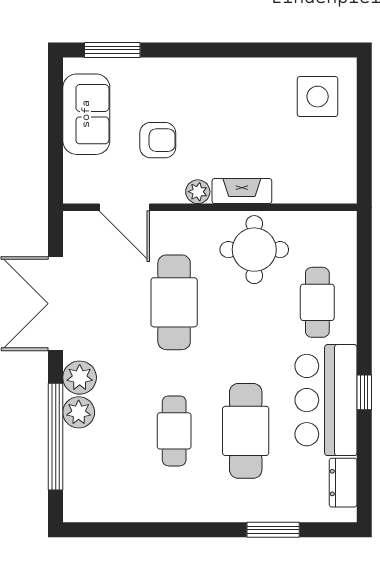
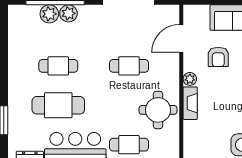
cafe table: (174, 302) -> (129, 66), width x0.73, depth x0.74
plant: (80, 378) -> (49, 14), moved

